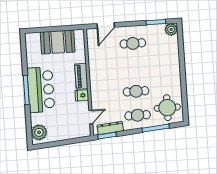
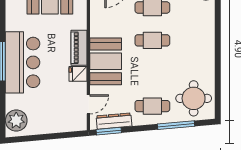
booth: (101, 85) -> (106, 61), added
cafe table: (136, 91) -> (152, 40), moved

